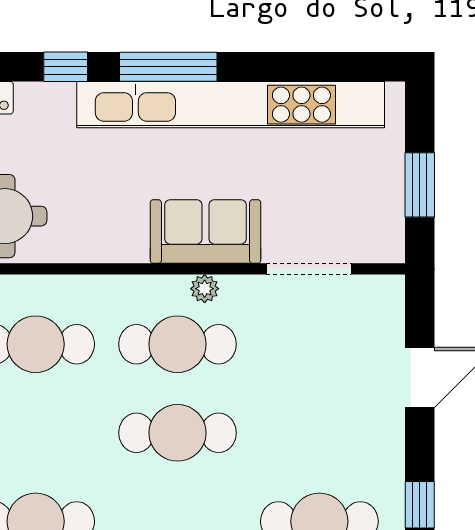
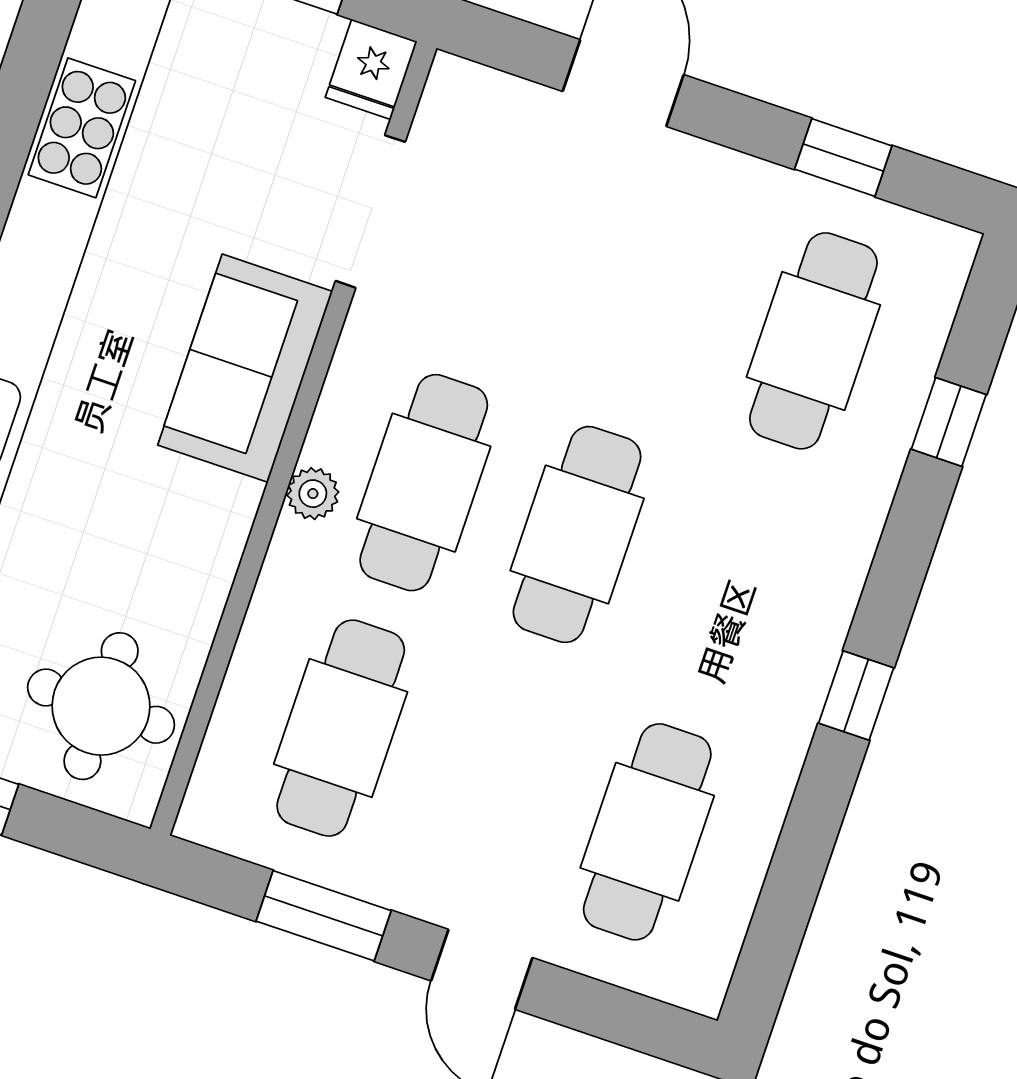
fridge: (383, 244) -> (371, 69), added
plant: (205, 289) -> (313, 494), moved

